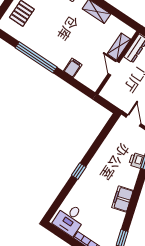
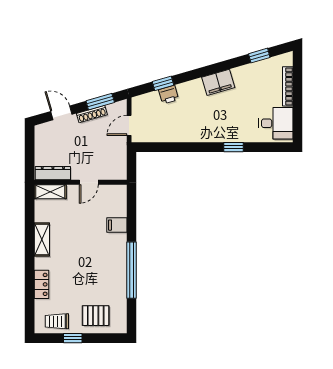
shelving: (119, 47) -> (50, 192), moved
window: (79, 171) -> (233, 147), moved

